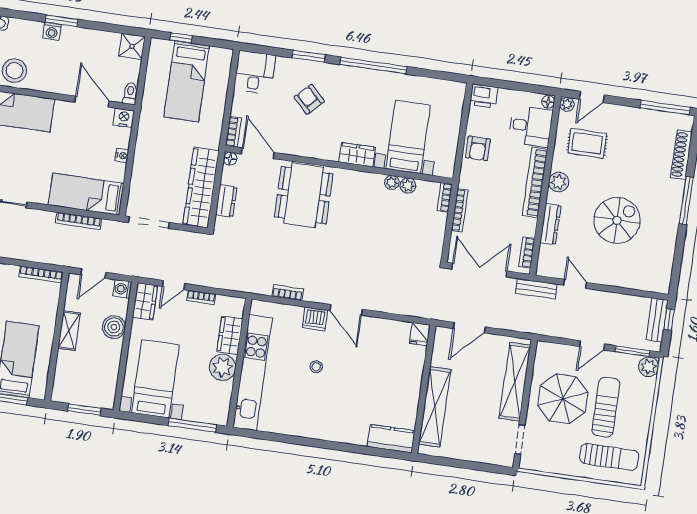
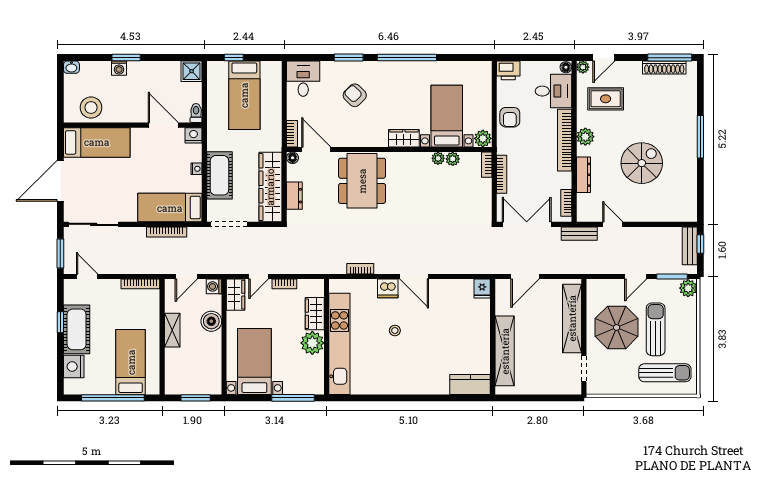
shoe rack: (682, 155) -> (664, 67), moved, turned -90
cot: (146, 166) -> (219, 175), added
plant: (444, 168) -> (483, 138), added

